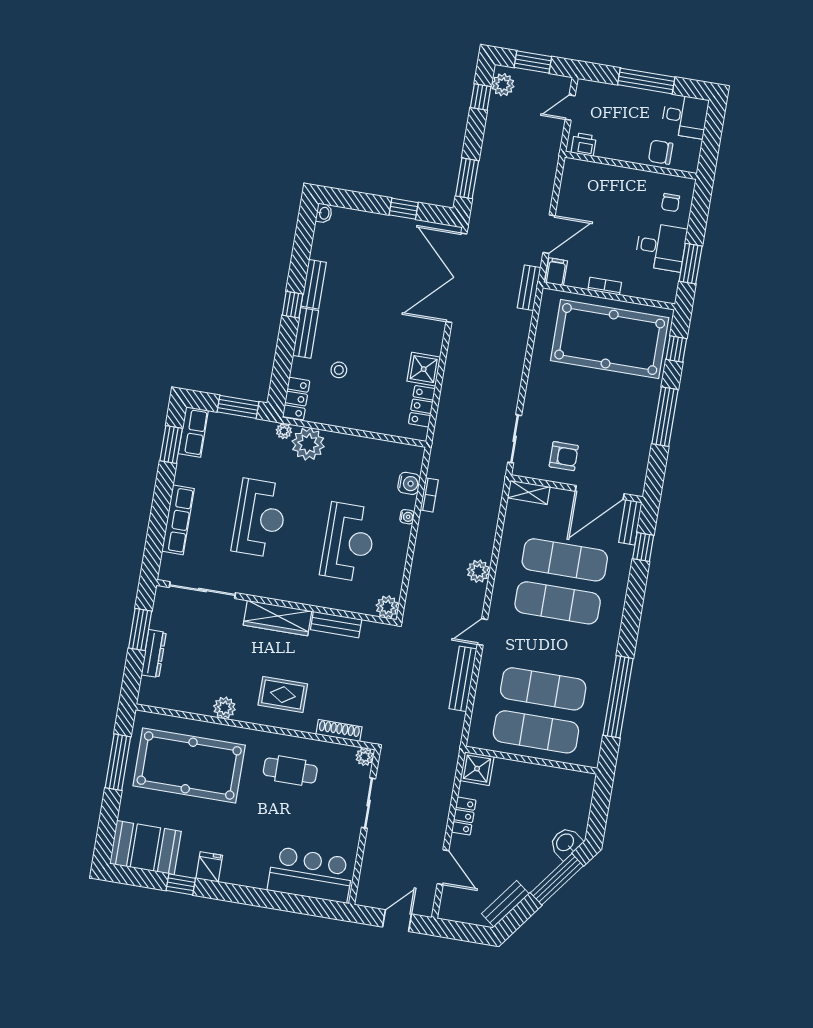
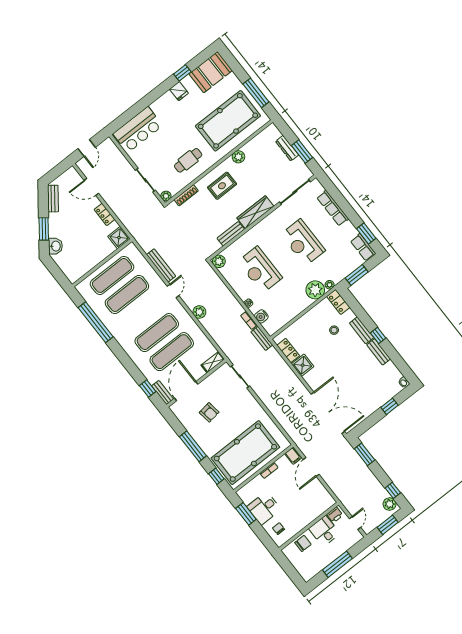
desk: (685, 116) -> (324, 531), moved, turned 90
window: (404, 209) -> (389, 406), moved
bench: (529, 288) -> (262, 338), moved
armchair: (564, 456) -> (209, 412), moved, turned -98
window: (557, 879) -> (44, 229), width x0.69

